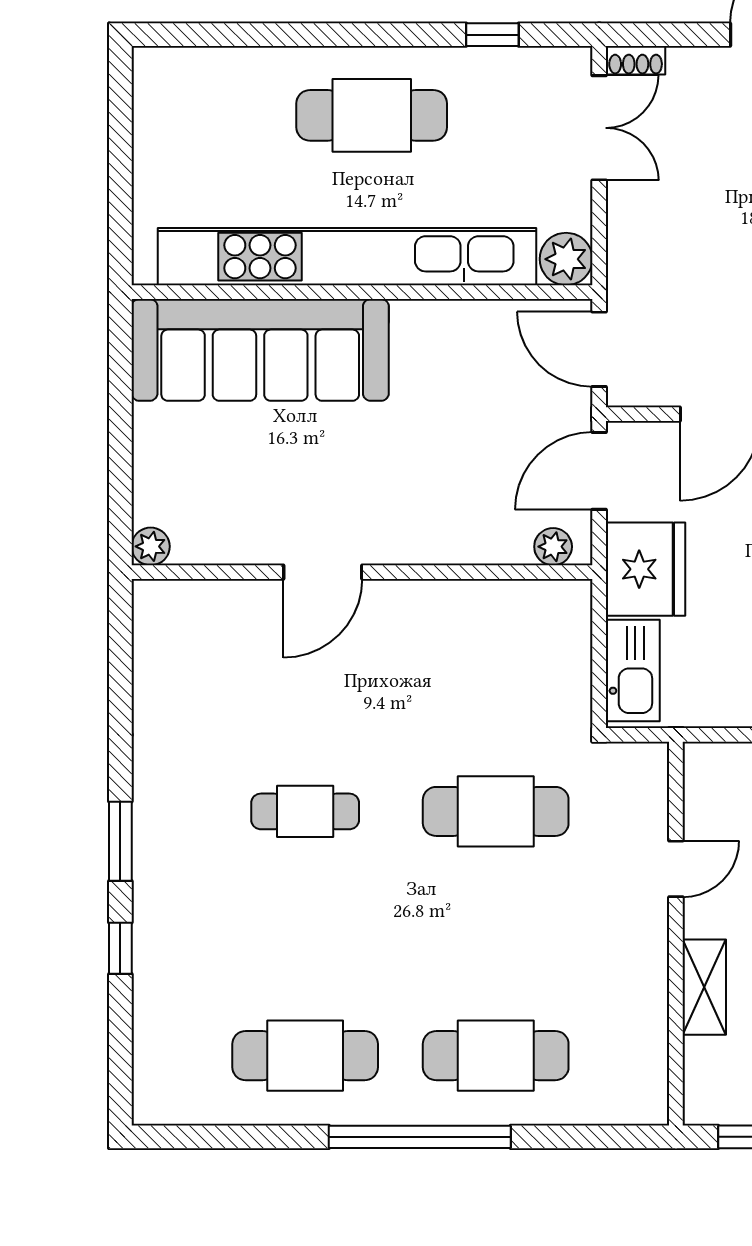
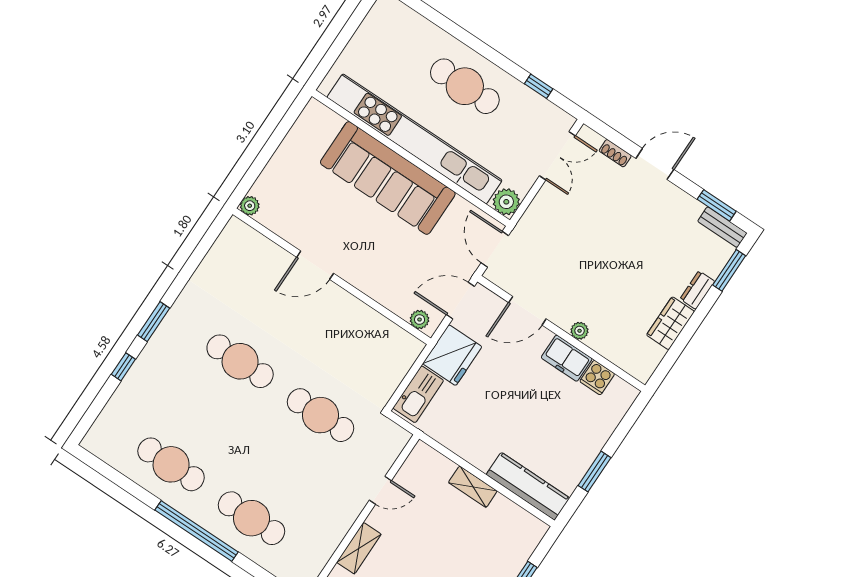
shoe rack: (636, 60) -> (615, 153), moved
sofa: (260, 350) -> (388, 178), moved
cafe table: (305, 811) -> (240, 361), width x1.37, depth x1.35

